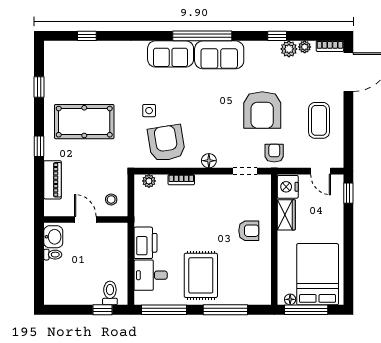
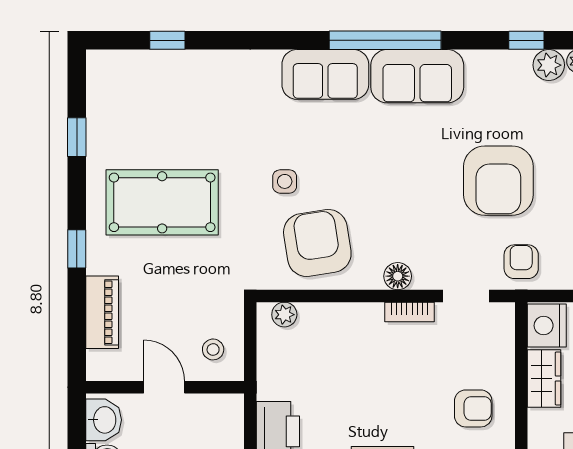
bookcase: (181, 180) -> (409, 312), moved

